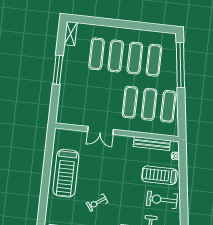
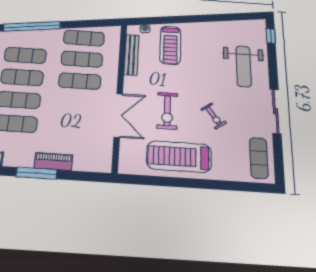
piano: (66, 82) -> (53, 161), added
double door: (100, 130) -> (118, 115), width x1.37
treadmill: (66, 173) -> (179, 157), turned 180
exercise bike: (162, 200) -> (167, 111), moved

